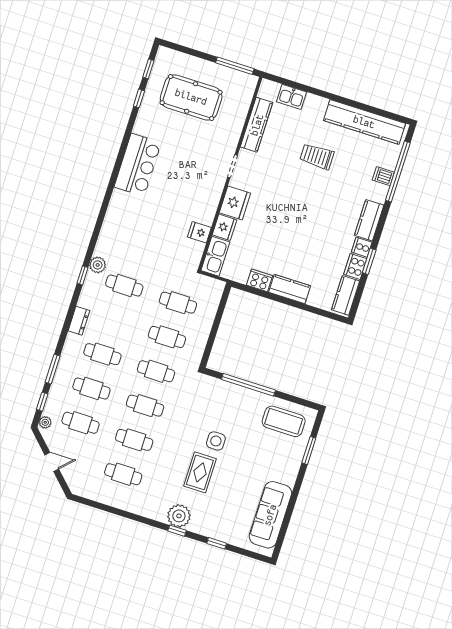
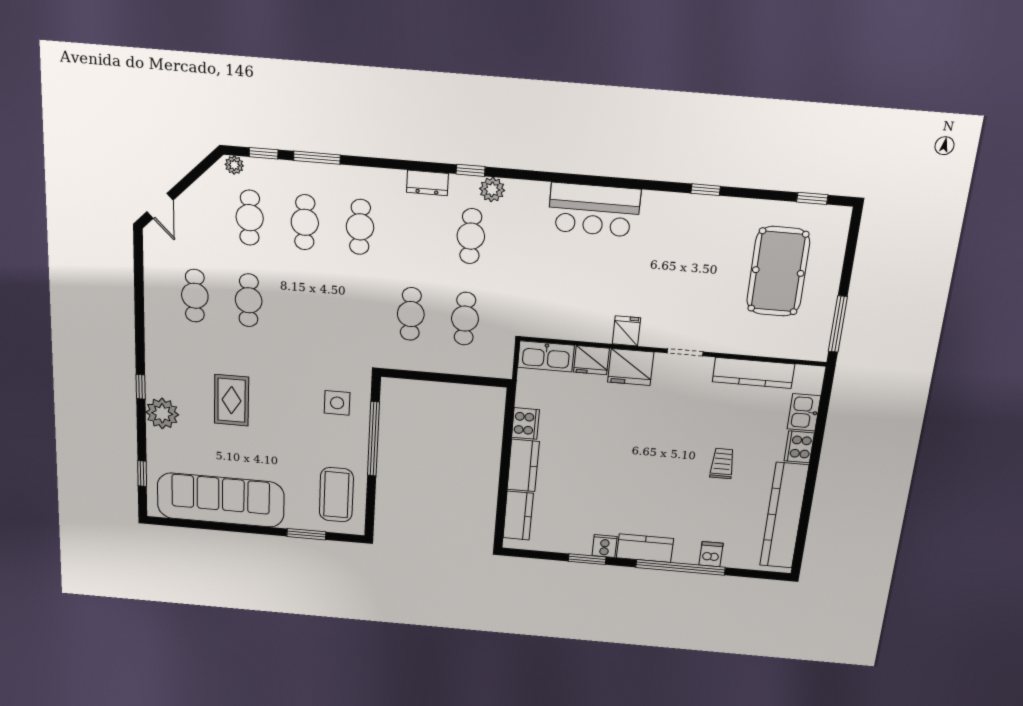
window: (139, 98) -> (706, 190), moved
trolley: (317, 156) -> (722, 463), width x0.73, depth x0.72
bar counter: (138, 165) -> (594, 210), moved
window: (398, 171) -> (681, 567), moved
fridge: (199, 232) -> (626, 331), moved
cooker: (355, 266) -> (799, 447), moved, turned -90
kitchen counter: (346, 295) -> (518, 516), moved, turned 90
dresser: (79, 321) -> (427, 183), moved
cafe table: (156, 371) -> (357, 309), removed
cafe table: (145, 406) -> (303, 305), removed
side table: (216, 441) -> (337, 403), moved
door: (52, 462) -> (160, 206), moved
rug: (200, 472) -> (232, 400), turned 90
sofa: (270, 515) -> (221, 500), width x1.36, depth x1.27
plant: (179, 516) -> (162, 413), moved
window: (217, 543) -> (142, 474), moved

